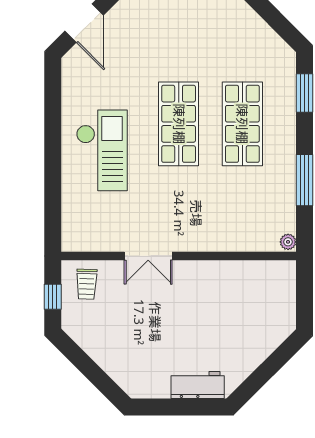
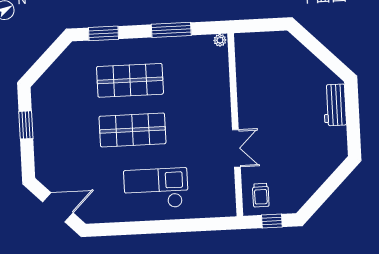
trolley: (87, 284) -> (261, 195), turned 88

